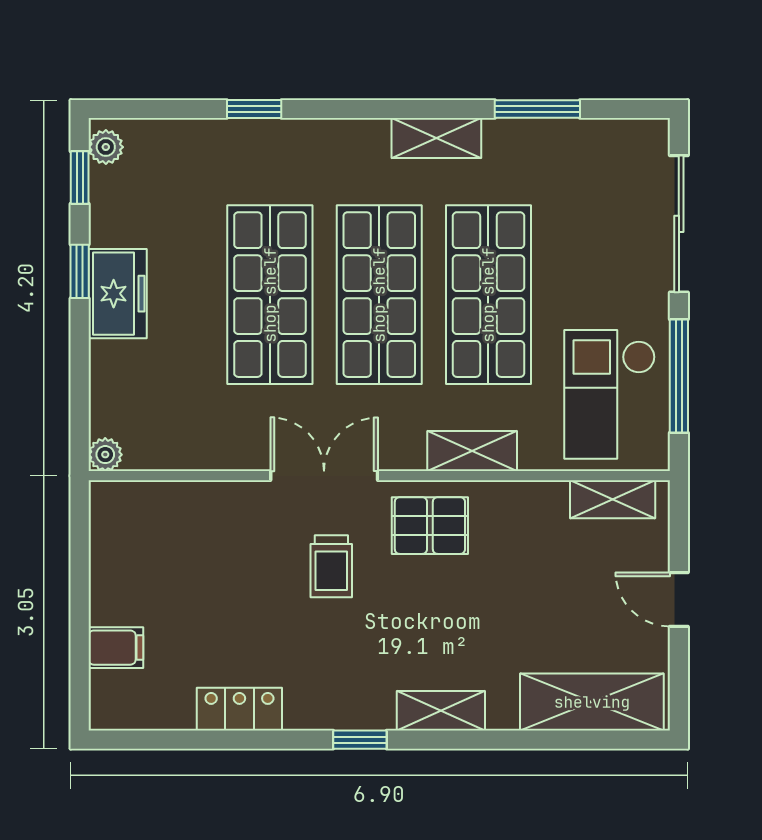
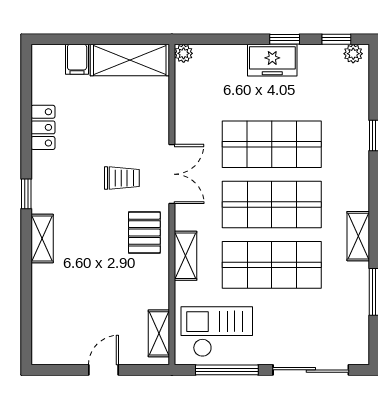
trolley: (331, 566) -> (122, 178), turned 180
shelving: (592, 702) -> (130, 60), moved, turned 90

